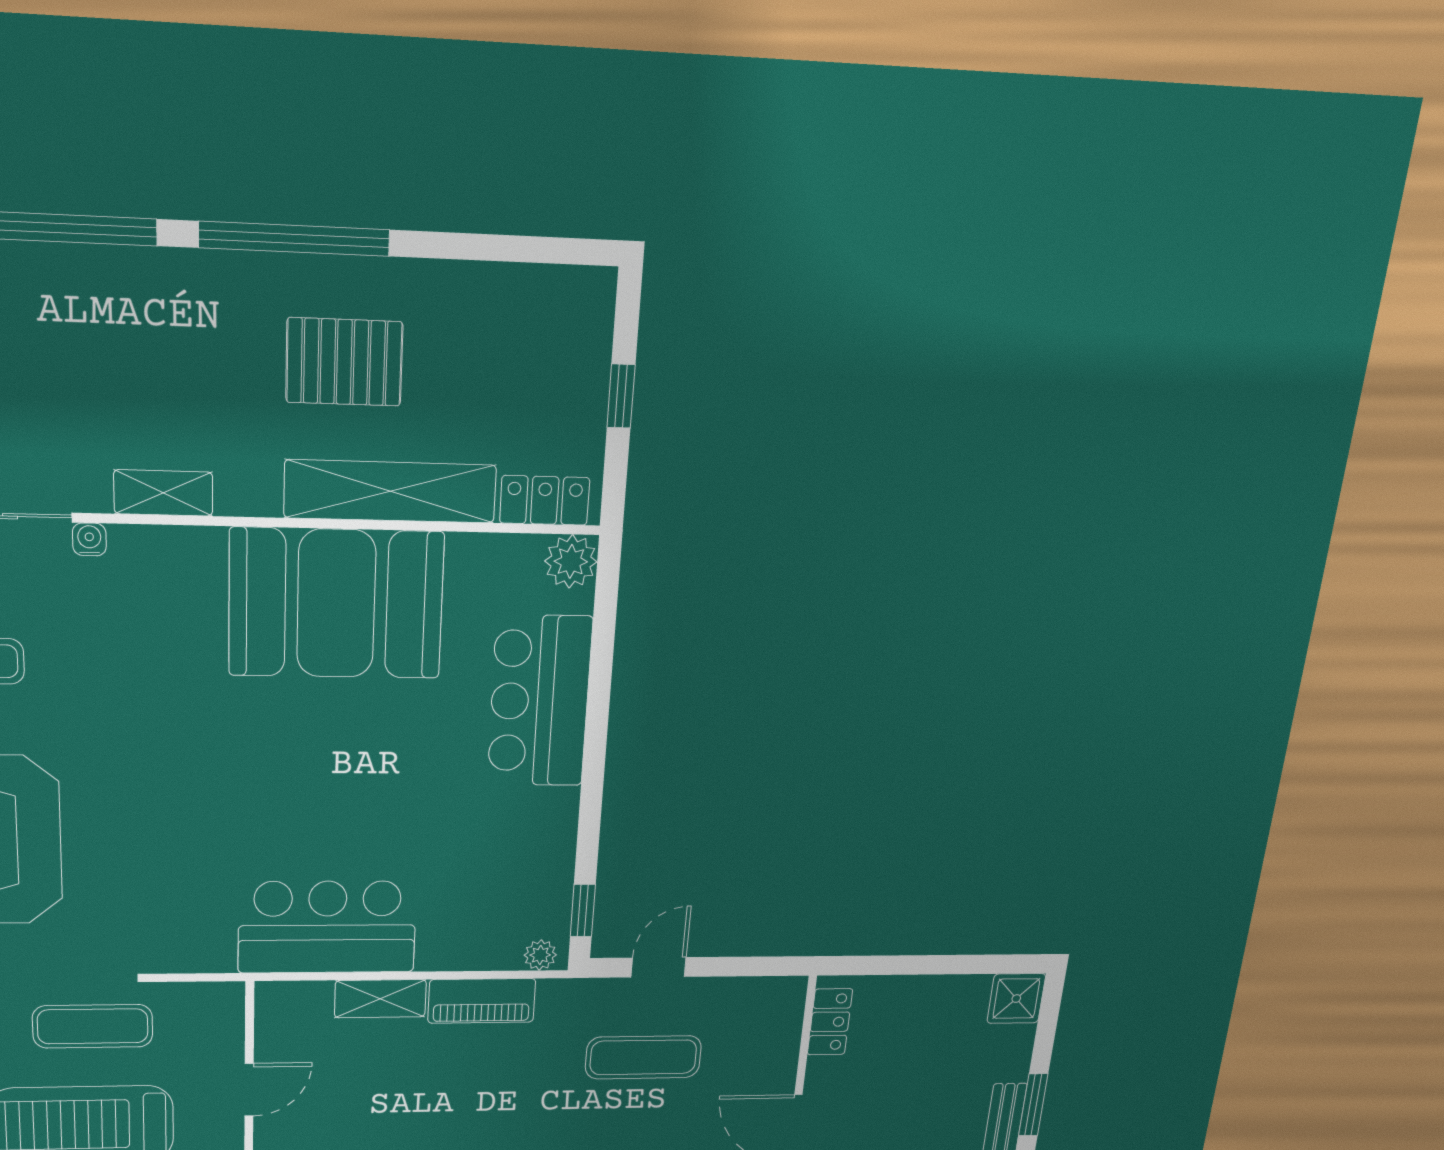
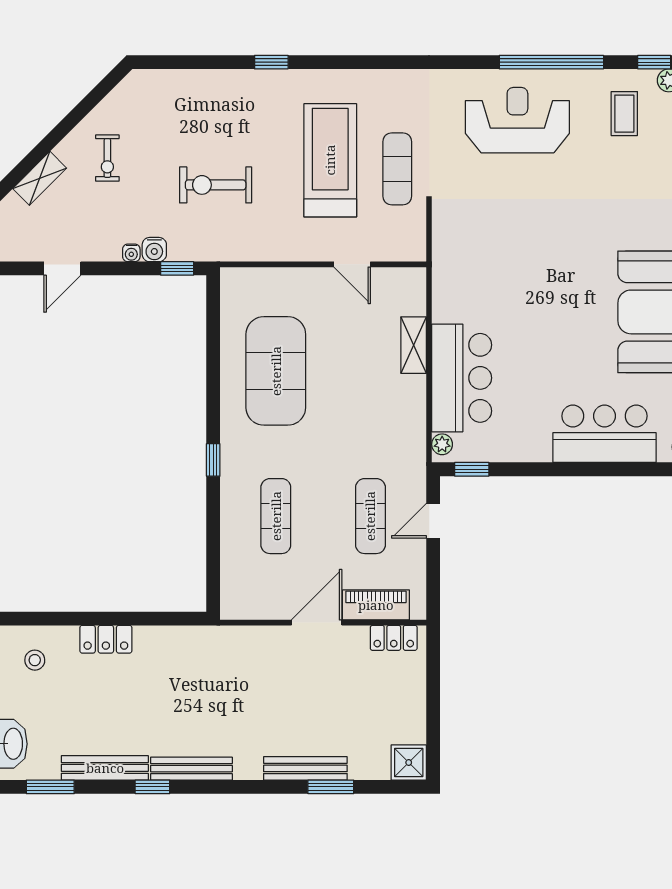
bar counter: (327, 927) -> (462, 378), moved
door: (659, 967) -> (433, 521), swing flipped
piano: (482, 1001) -> (376, 605), moved, turned 90

